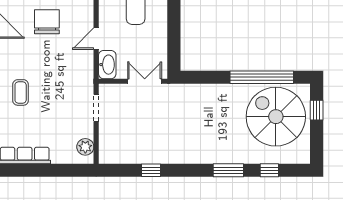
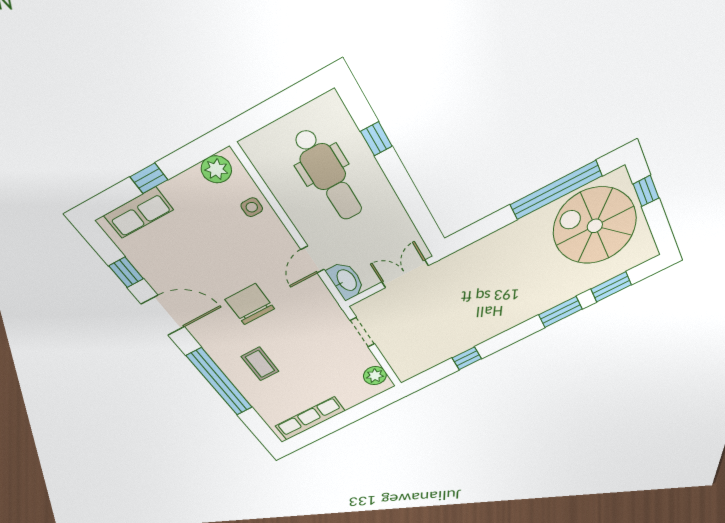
chair: (47, 22) -> (250, 304), moved
window: (269, 170) -> (611, 287), width x1.50

